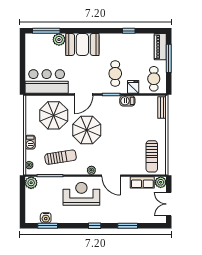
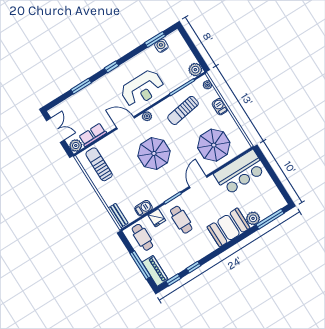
window: (151, 31) -> (173, 280), added
barbecue: (127, 101) -> (144, 208), moved
parasol: (87, 130) -> (154, 153), moved

